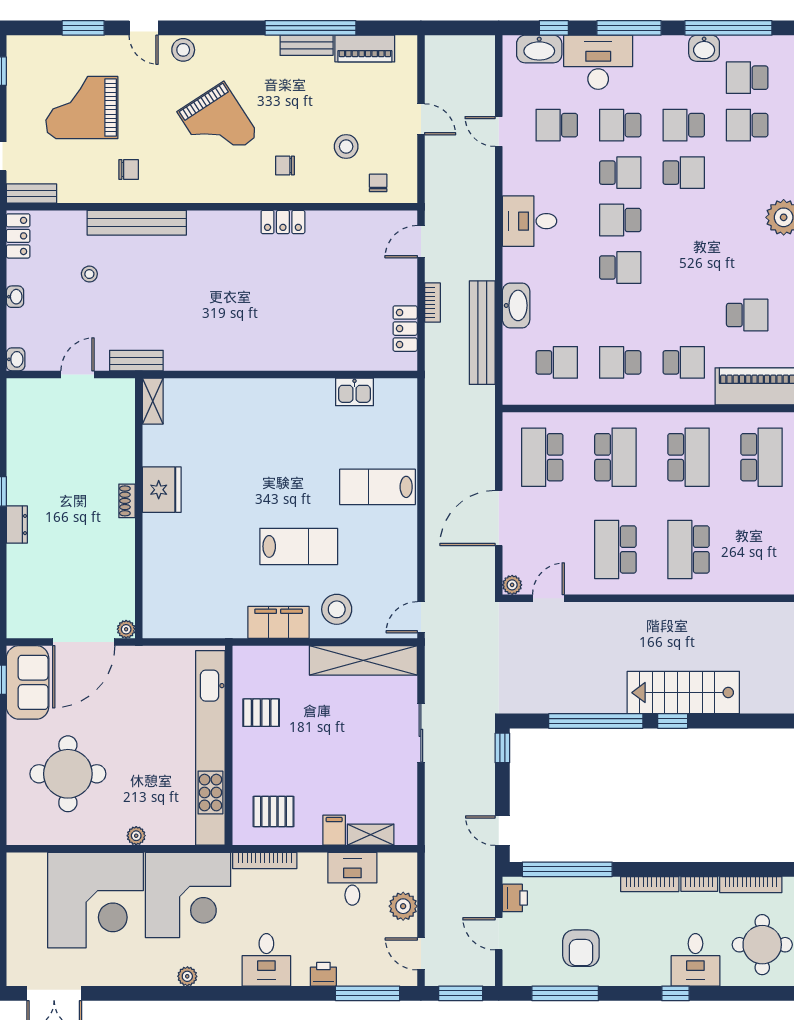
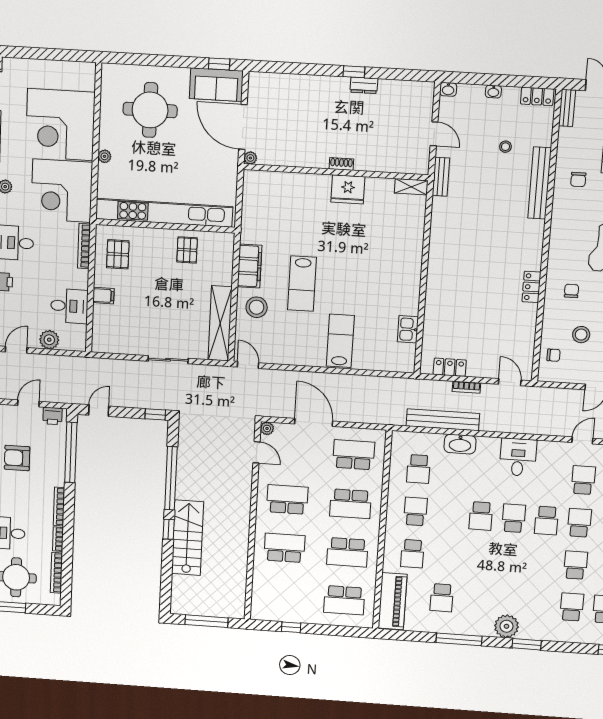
school desk: (684, 173) -> (543, 563), removed
dresser: (17, 525) -> (364, 85), moved
shelving: (371, 835) -> (99, 321), removed

